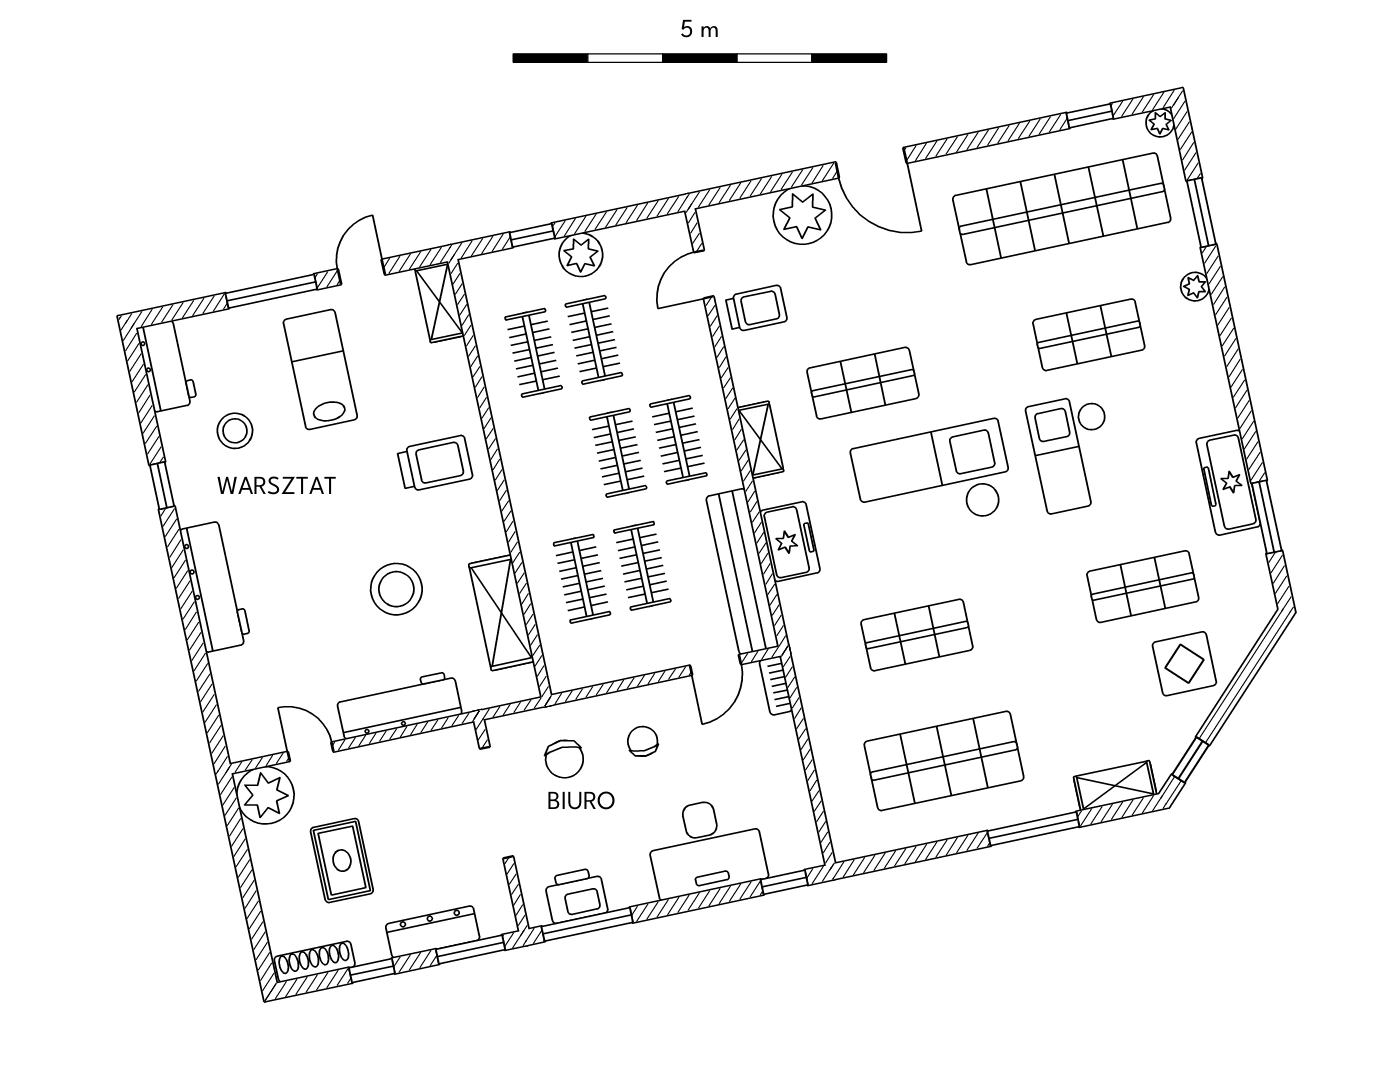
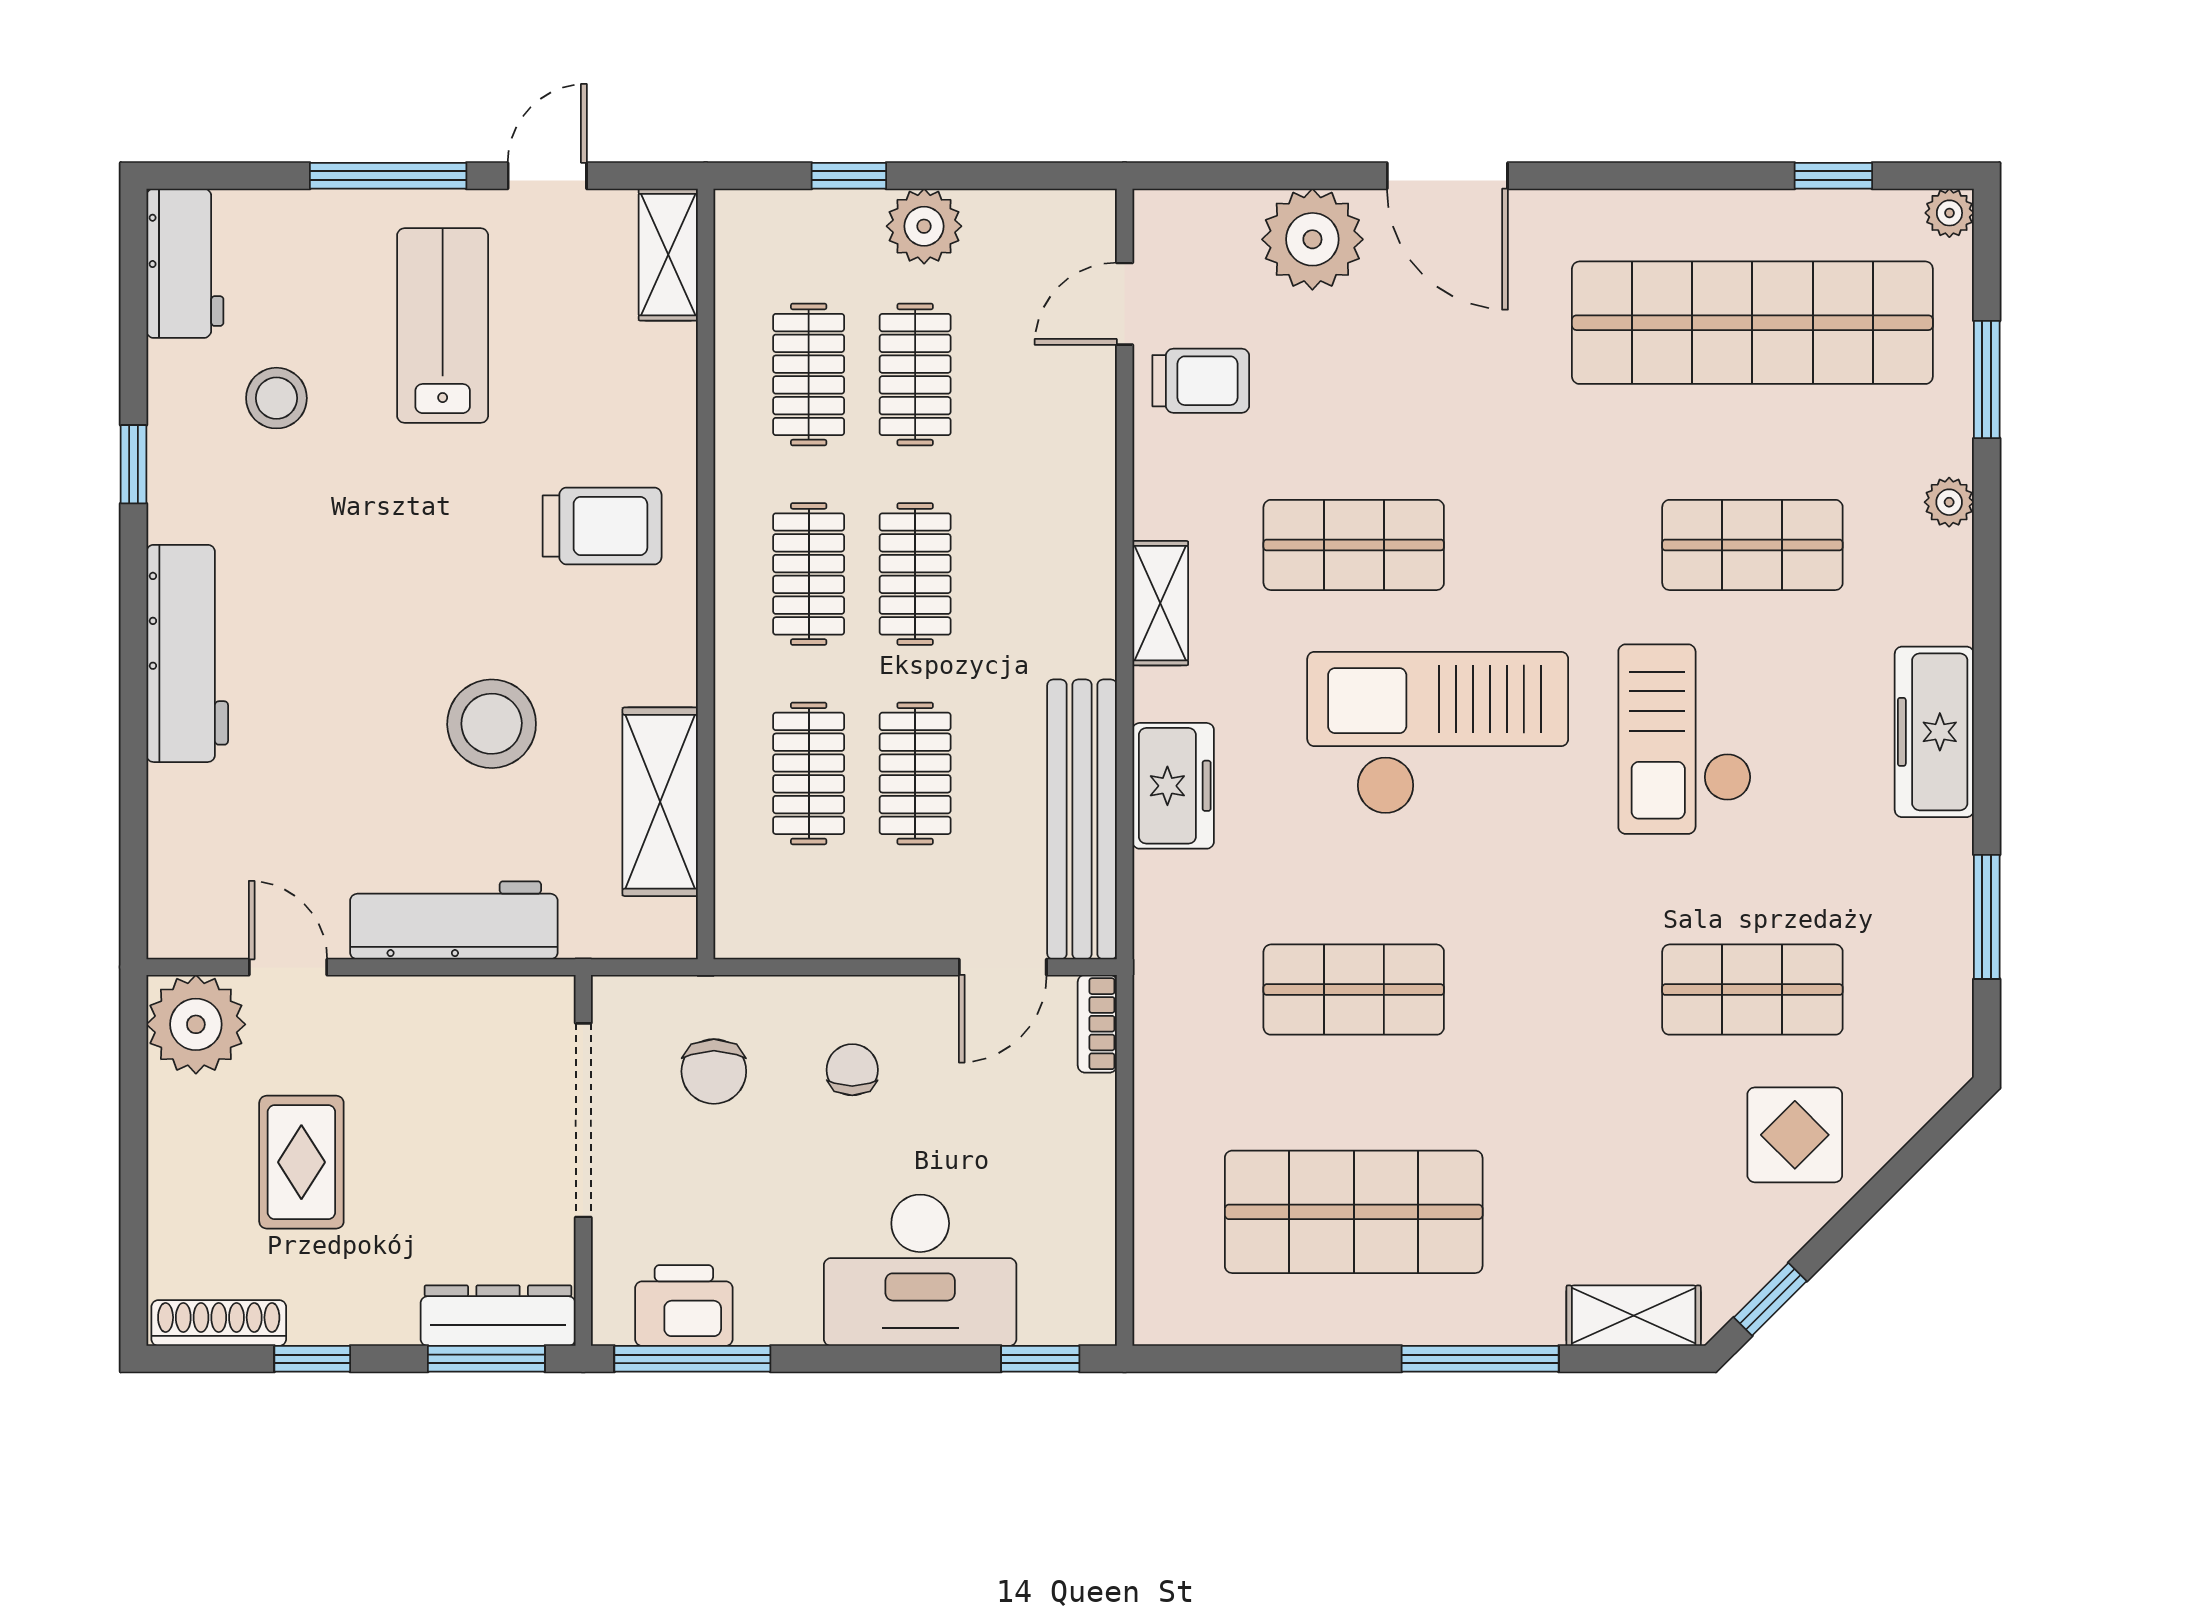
clothes rail: (678, 440) -> (809, 574), moved
freezer: (1228, 483) -> (1934, 732), moved
dresser: (433, 932) -> (498, 1316), moved

